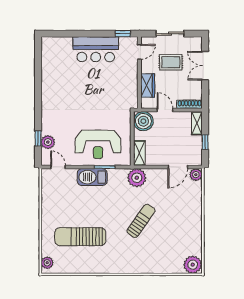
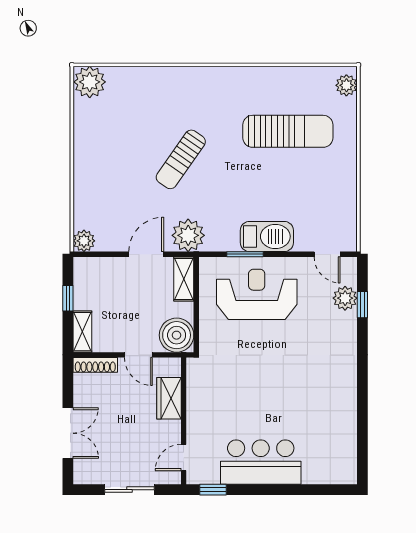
rug: (171, 62) -> (128, 439), removed
door: (178, 167) -> (146, 254), moved

